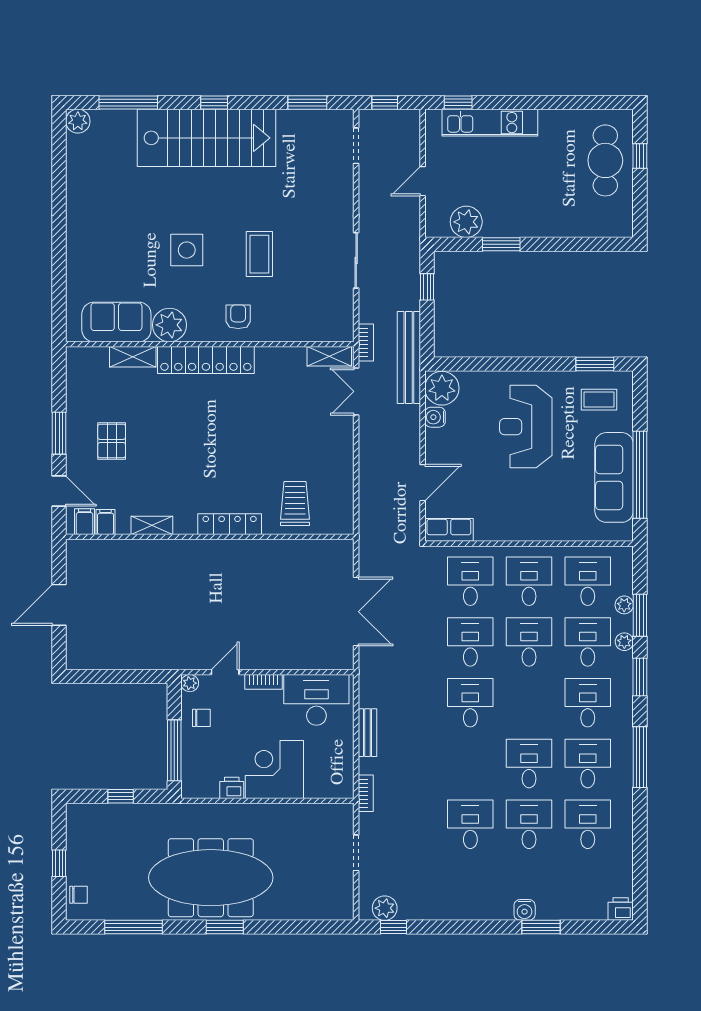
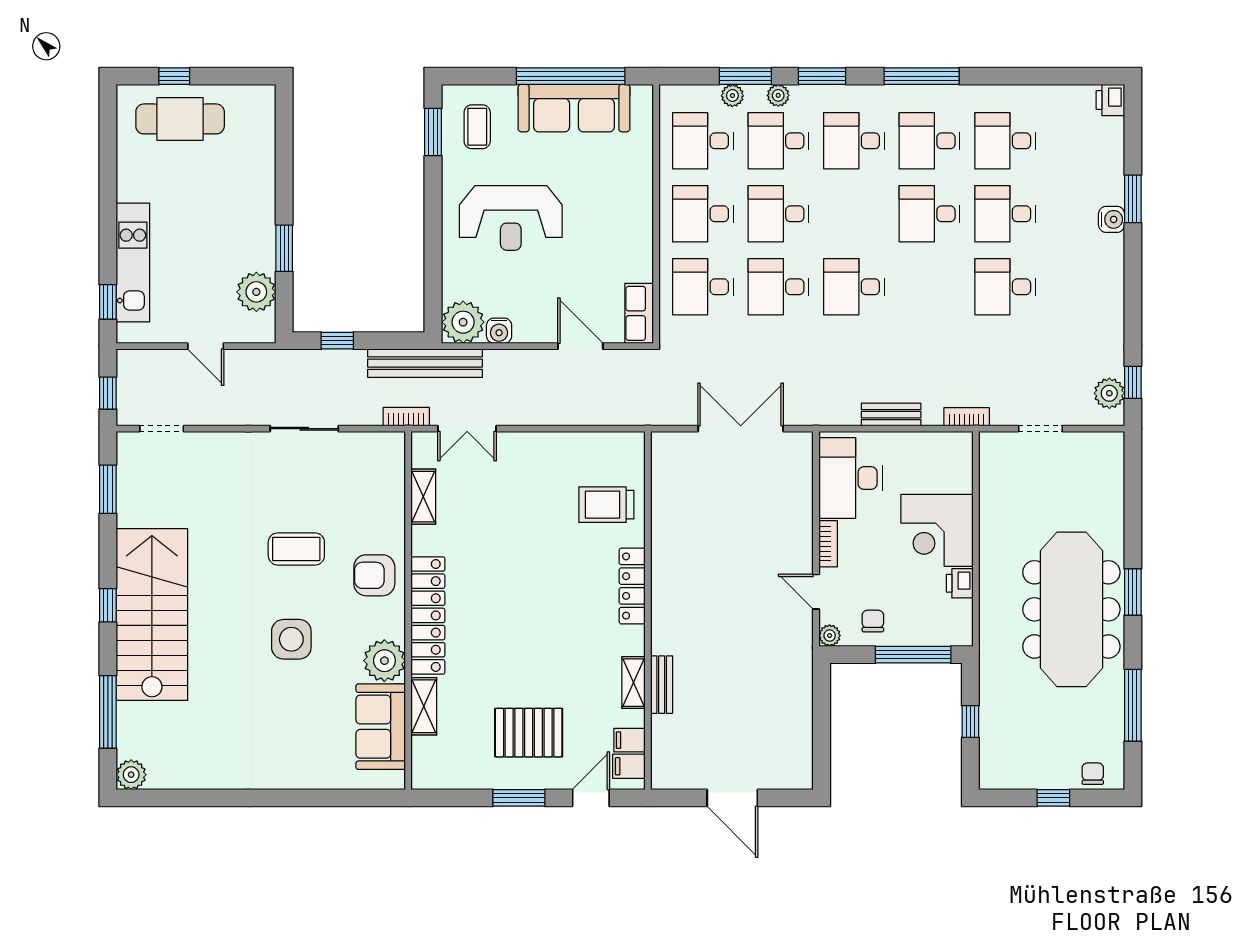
armchair: (238, 317) -> (374, 575), width x1.38, depth x1.38
shelving: (329, 356) -> (423, 497), moved
pallet: (112, 441) -> (529, 733), width x1.50, depth x1.42
bench: (150, 548) -> (662, 685), added

